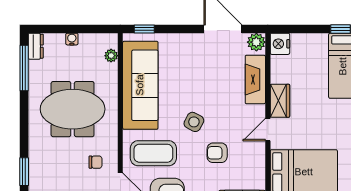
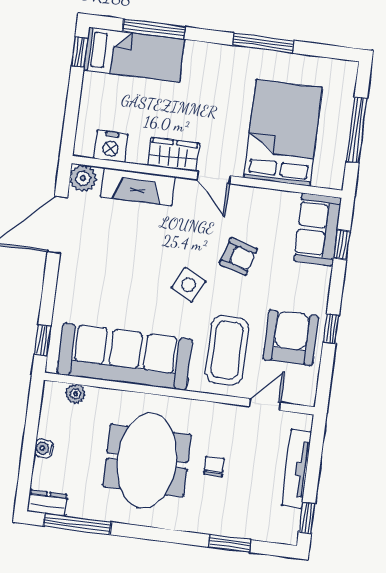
nightstand: (280, 44) -> (111, 146), moved
armchair: (217, 153) -> (238, 257), turned -74
chair: (96, 162) -> (214, 466), moved

